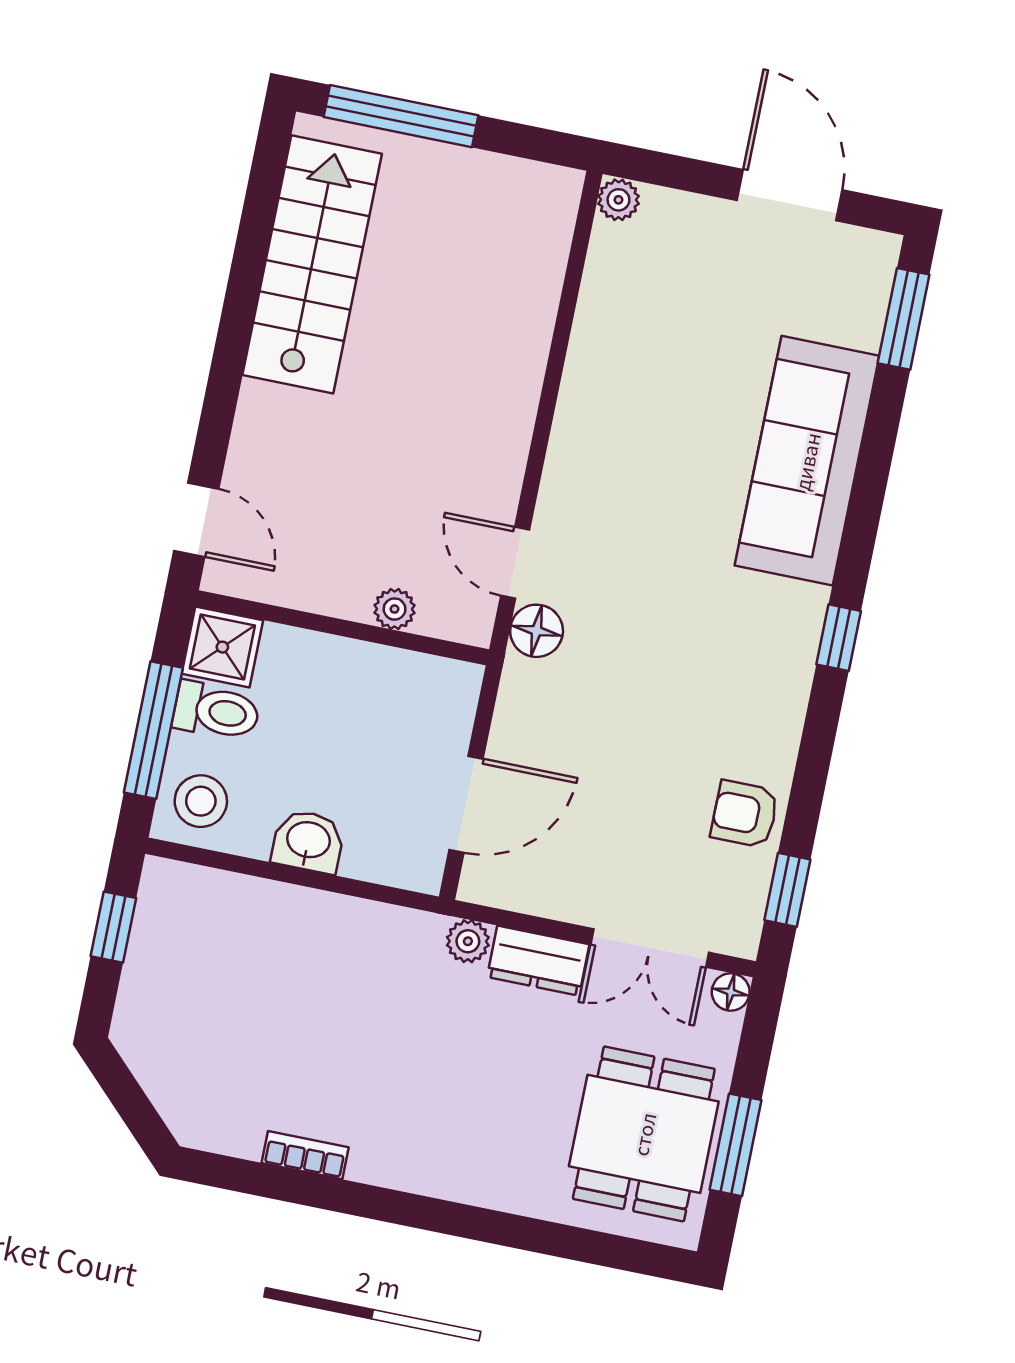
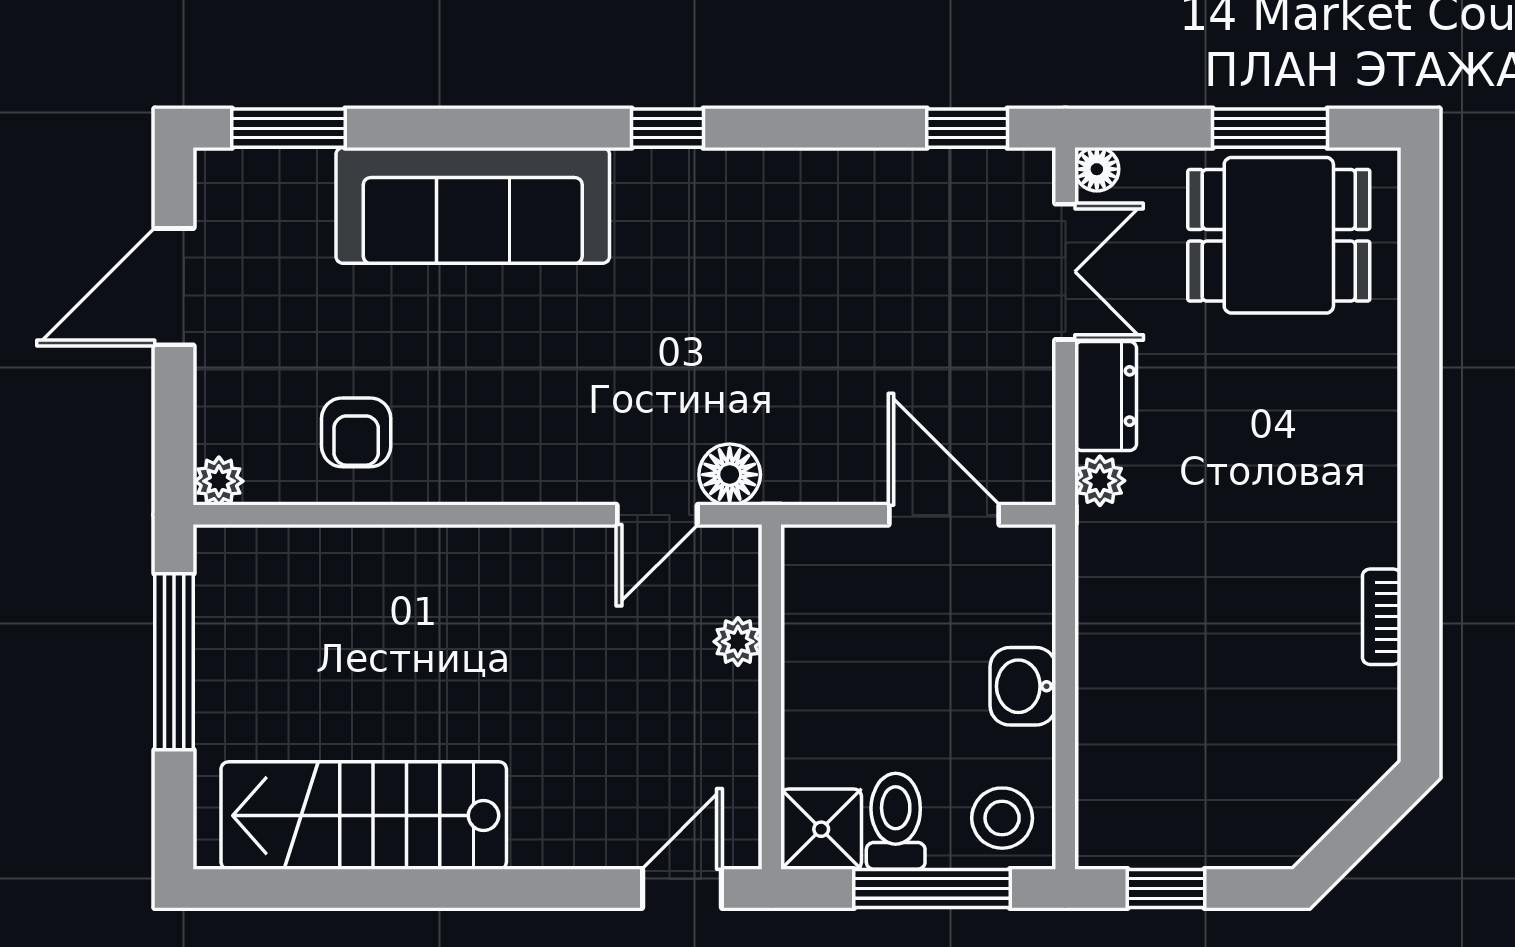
window: (401, 116) -> (174, 662), moved
armchair: (745, 814) -> (356, 432), moved

